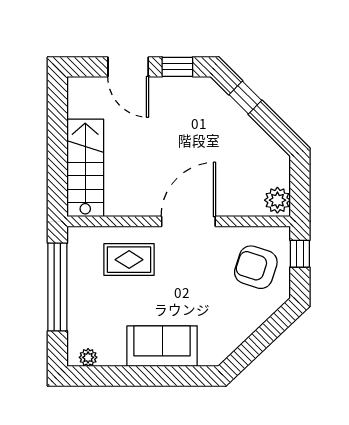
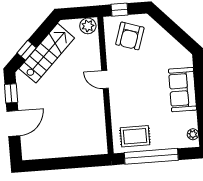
stairs: (85, 168) -> (47, 53), moved, turned 135
door: (188, 221) -> (105, 79), width x0.53
rug: (129, 260) -> (135, 136), moved, turned 90

